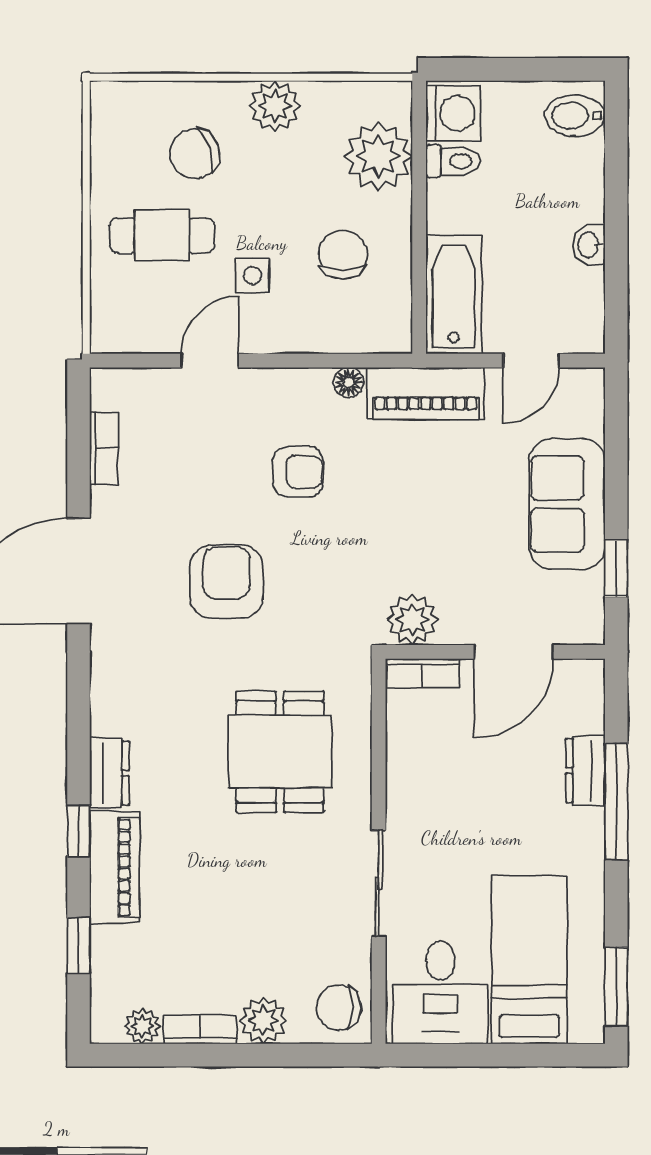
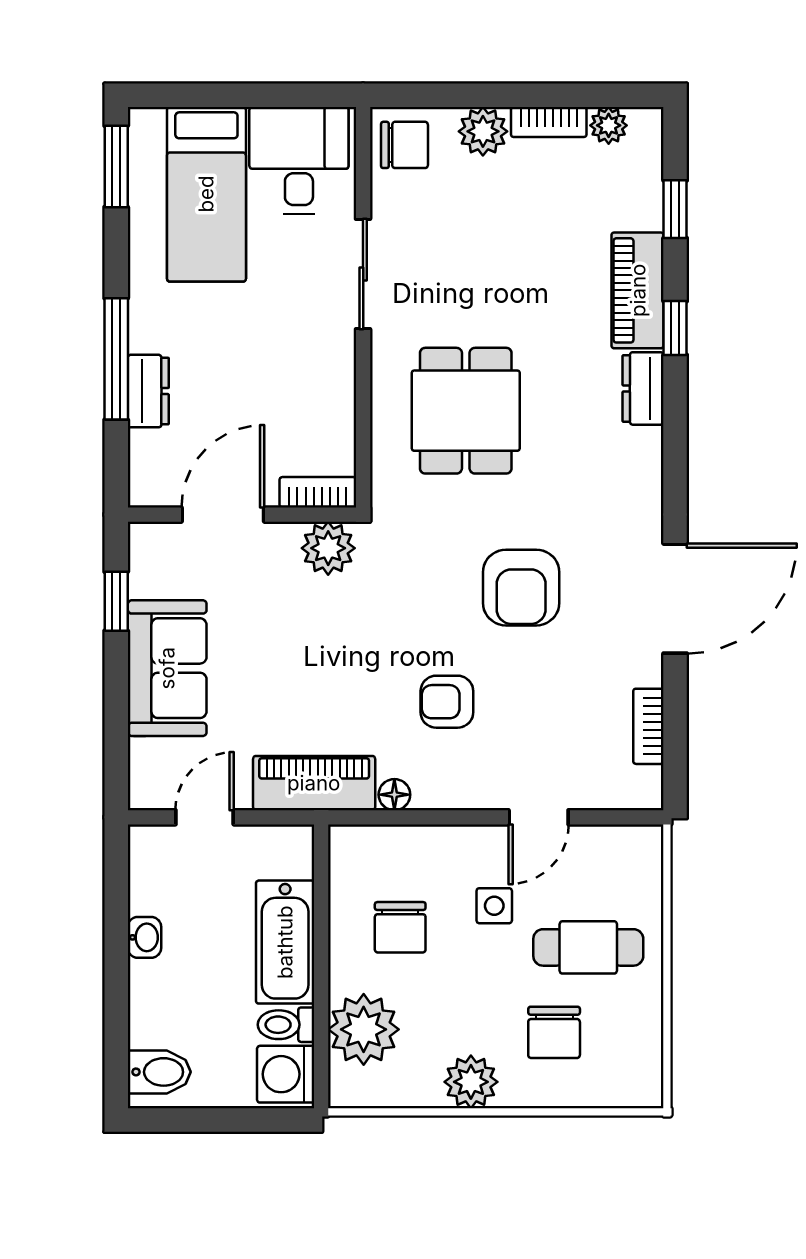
chair: (195, 154) -> (554, 1032), turned 109
bathtub: (454, 295) -> (285, 942), moved

